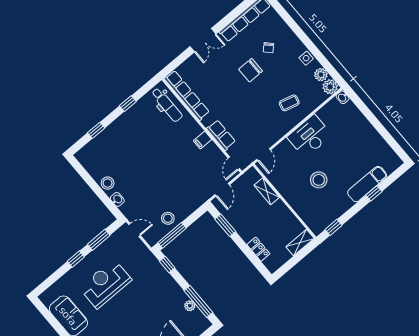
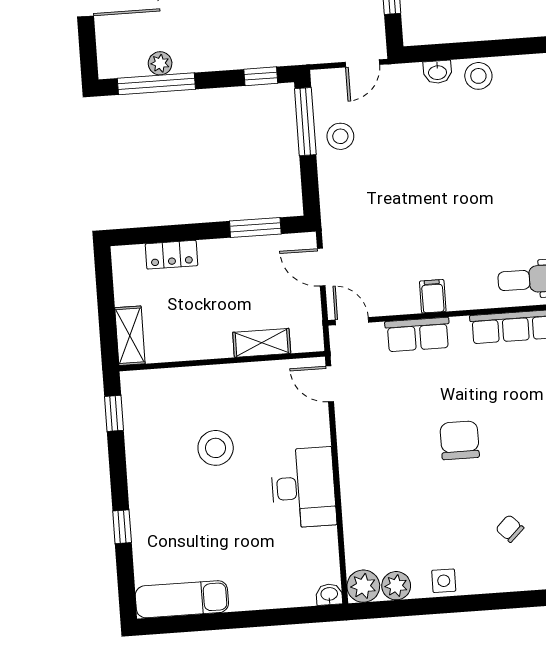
chair: (251, 70) -> (460, 440), moved
coffee table: (289, 103) -> (387, 494), removed
exam couch: (367, 184) -> (182, 599), moved, turned -90

